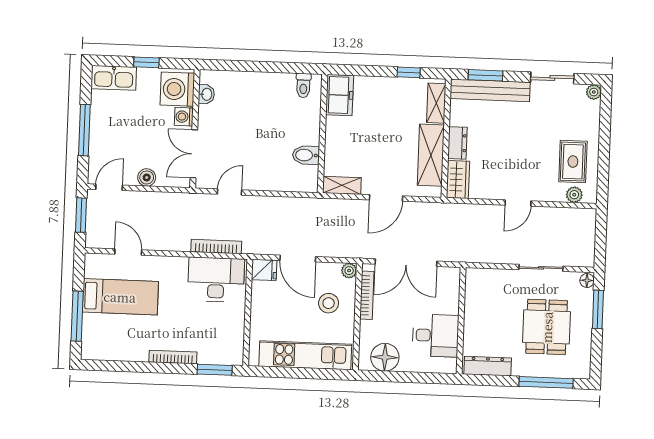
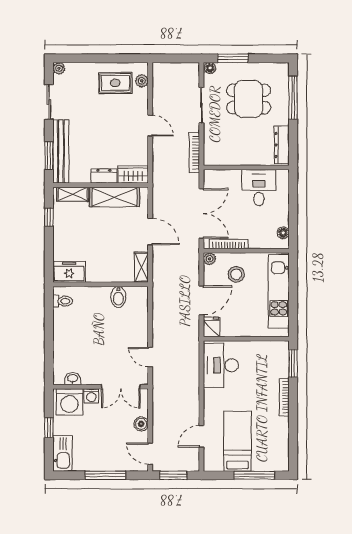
bookcase: (216, 247) -> (194, 153), moved
floor lamp: (385, 357) -> (283, 233), width x0.53, depth x0.53

